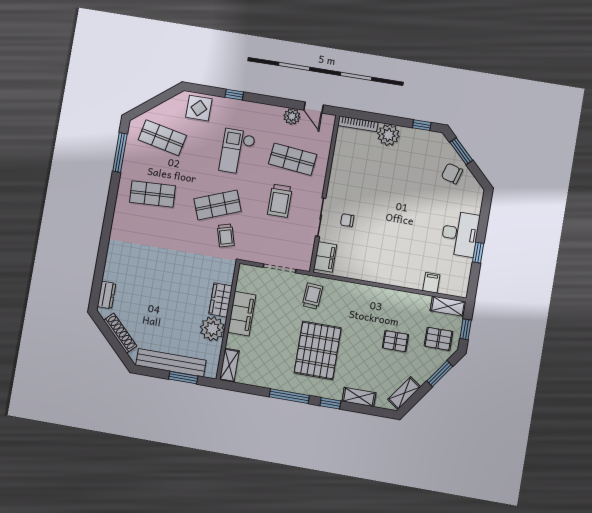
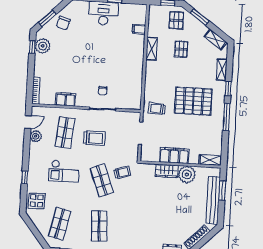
plant: (388, 135) -> (43, 46), moved
filing cabinet: (325, 257) -> (65, 99), moved
shelving: (448, 306) -> (152, 49), moved

